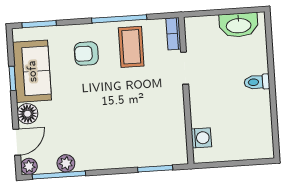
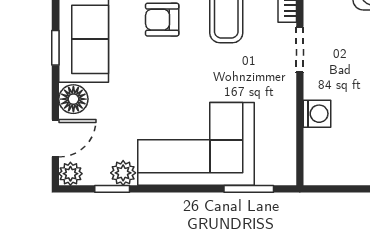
washing machine: (201, 138) -> (317, 114), moved
corner sofa: (116, 139) -> (196, 144), added
window: (59, 175) -> (112, 189), width x0.46

